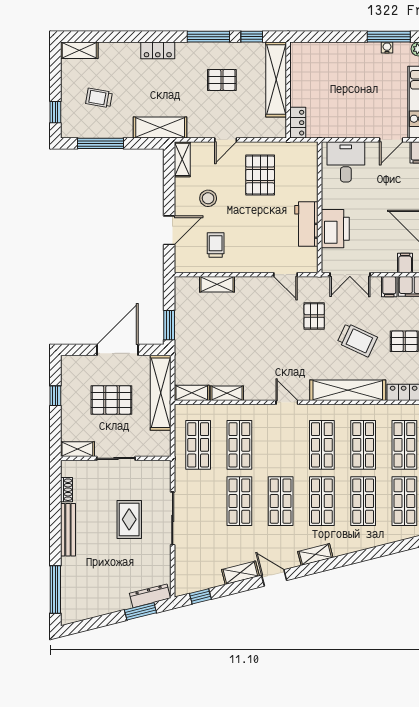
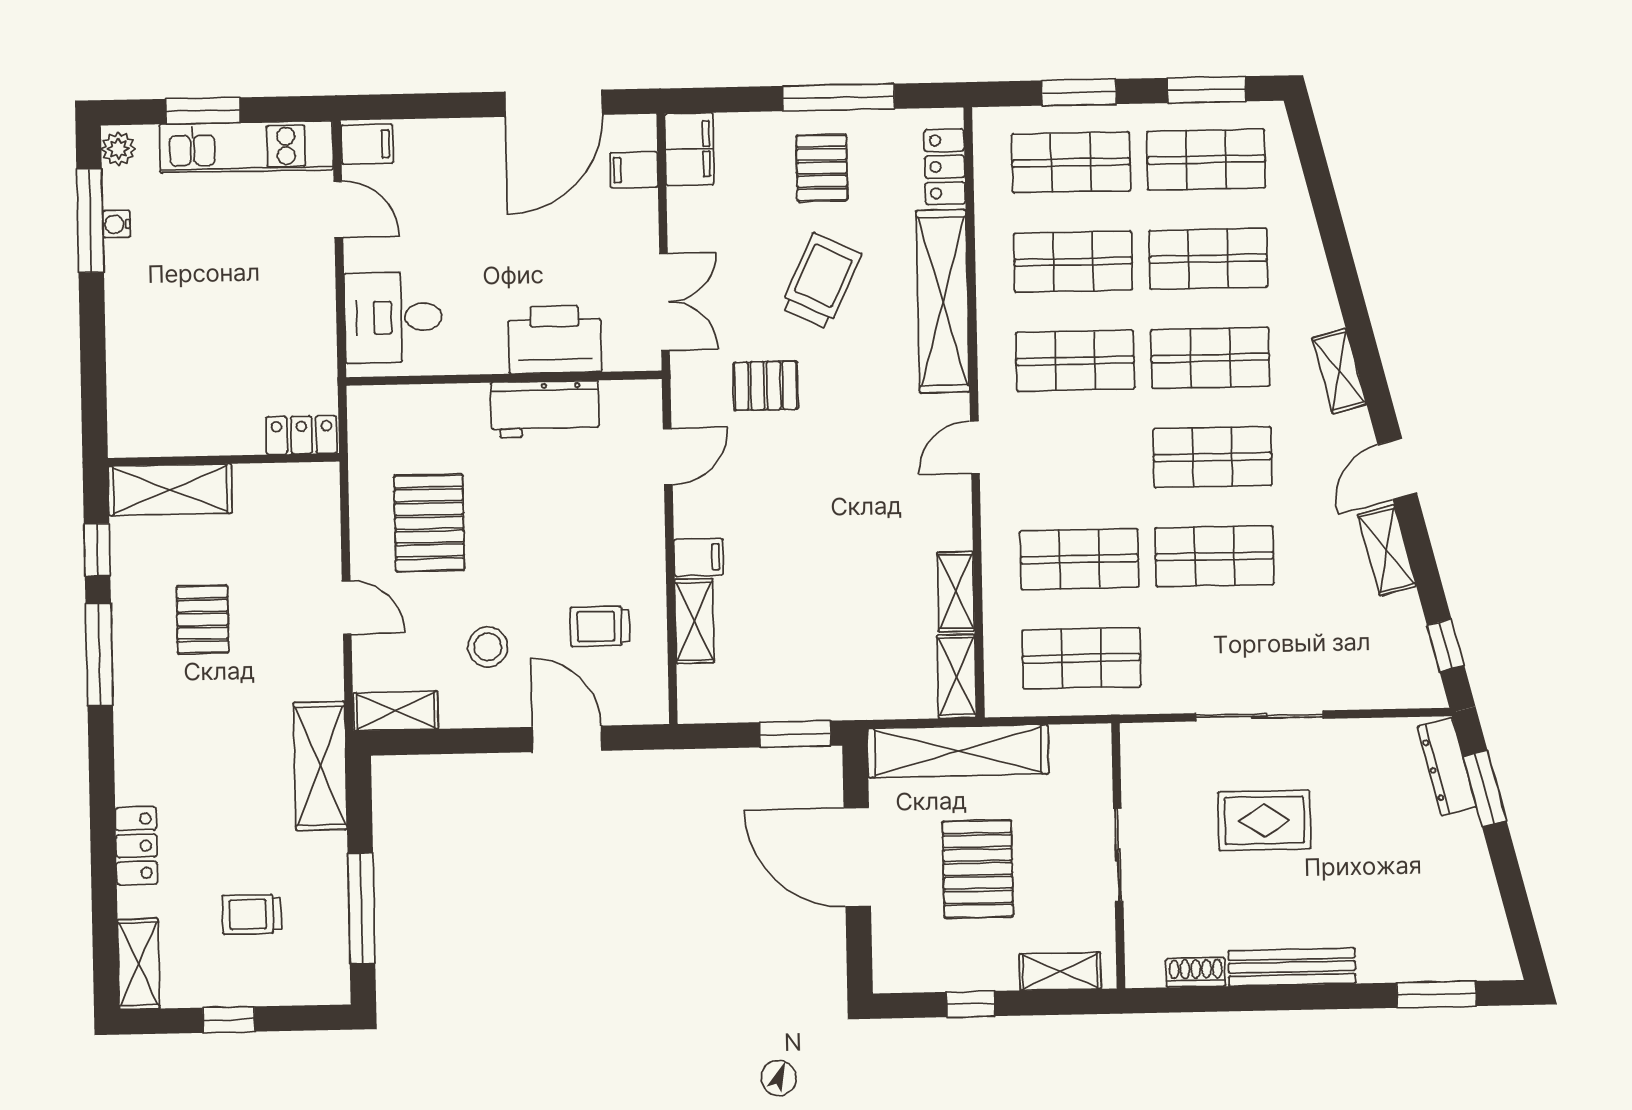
locker: (158, 50) -> (136, 846), moved
shelving: (276, 79) -> (170, 490), width x0.68
trolley: (99, 98) -> (252, 914), turned 80
window: (55, 112) -> (229, 1020), moved
pallet: (260, 175) -> (429, 523), turned 90
filing cabinet: (389, 287) -> (699, 557), moved
shelving: (77, 449) -> (1060, 971), moved, turned 90
window: (55, 590) -> (1436, 994), width x0.69

